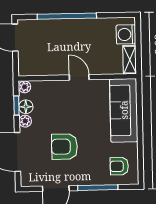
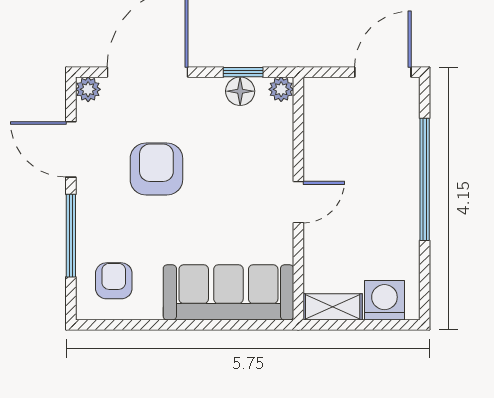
plant: (25, 121) -> (88, 89), moved

